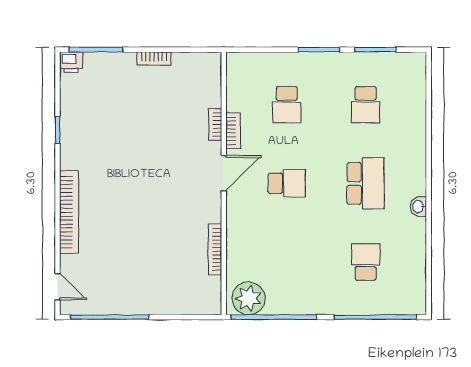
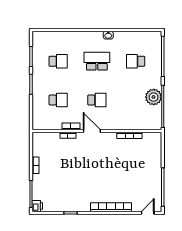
school desk: (287, 183) -> (97, 100), turned 90
plant: (249, 298) -> (154, 97), moved

